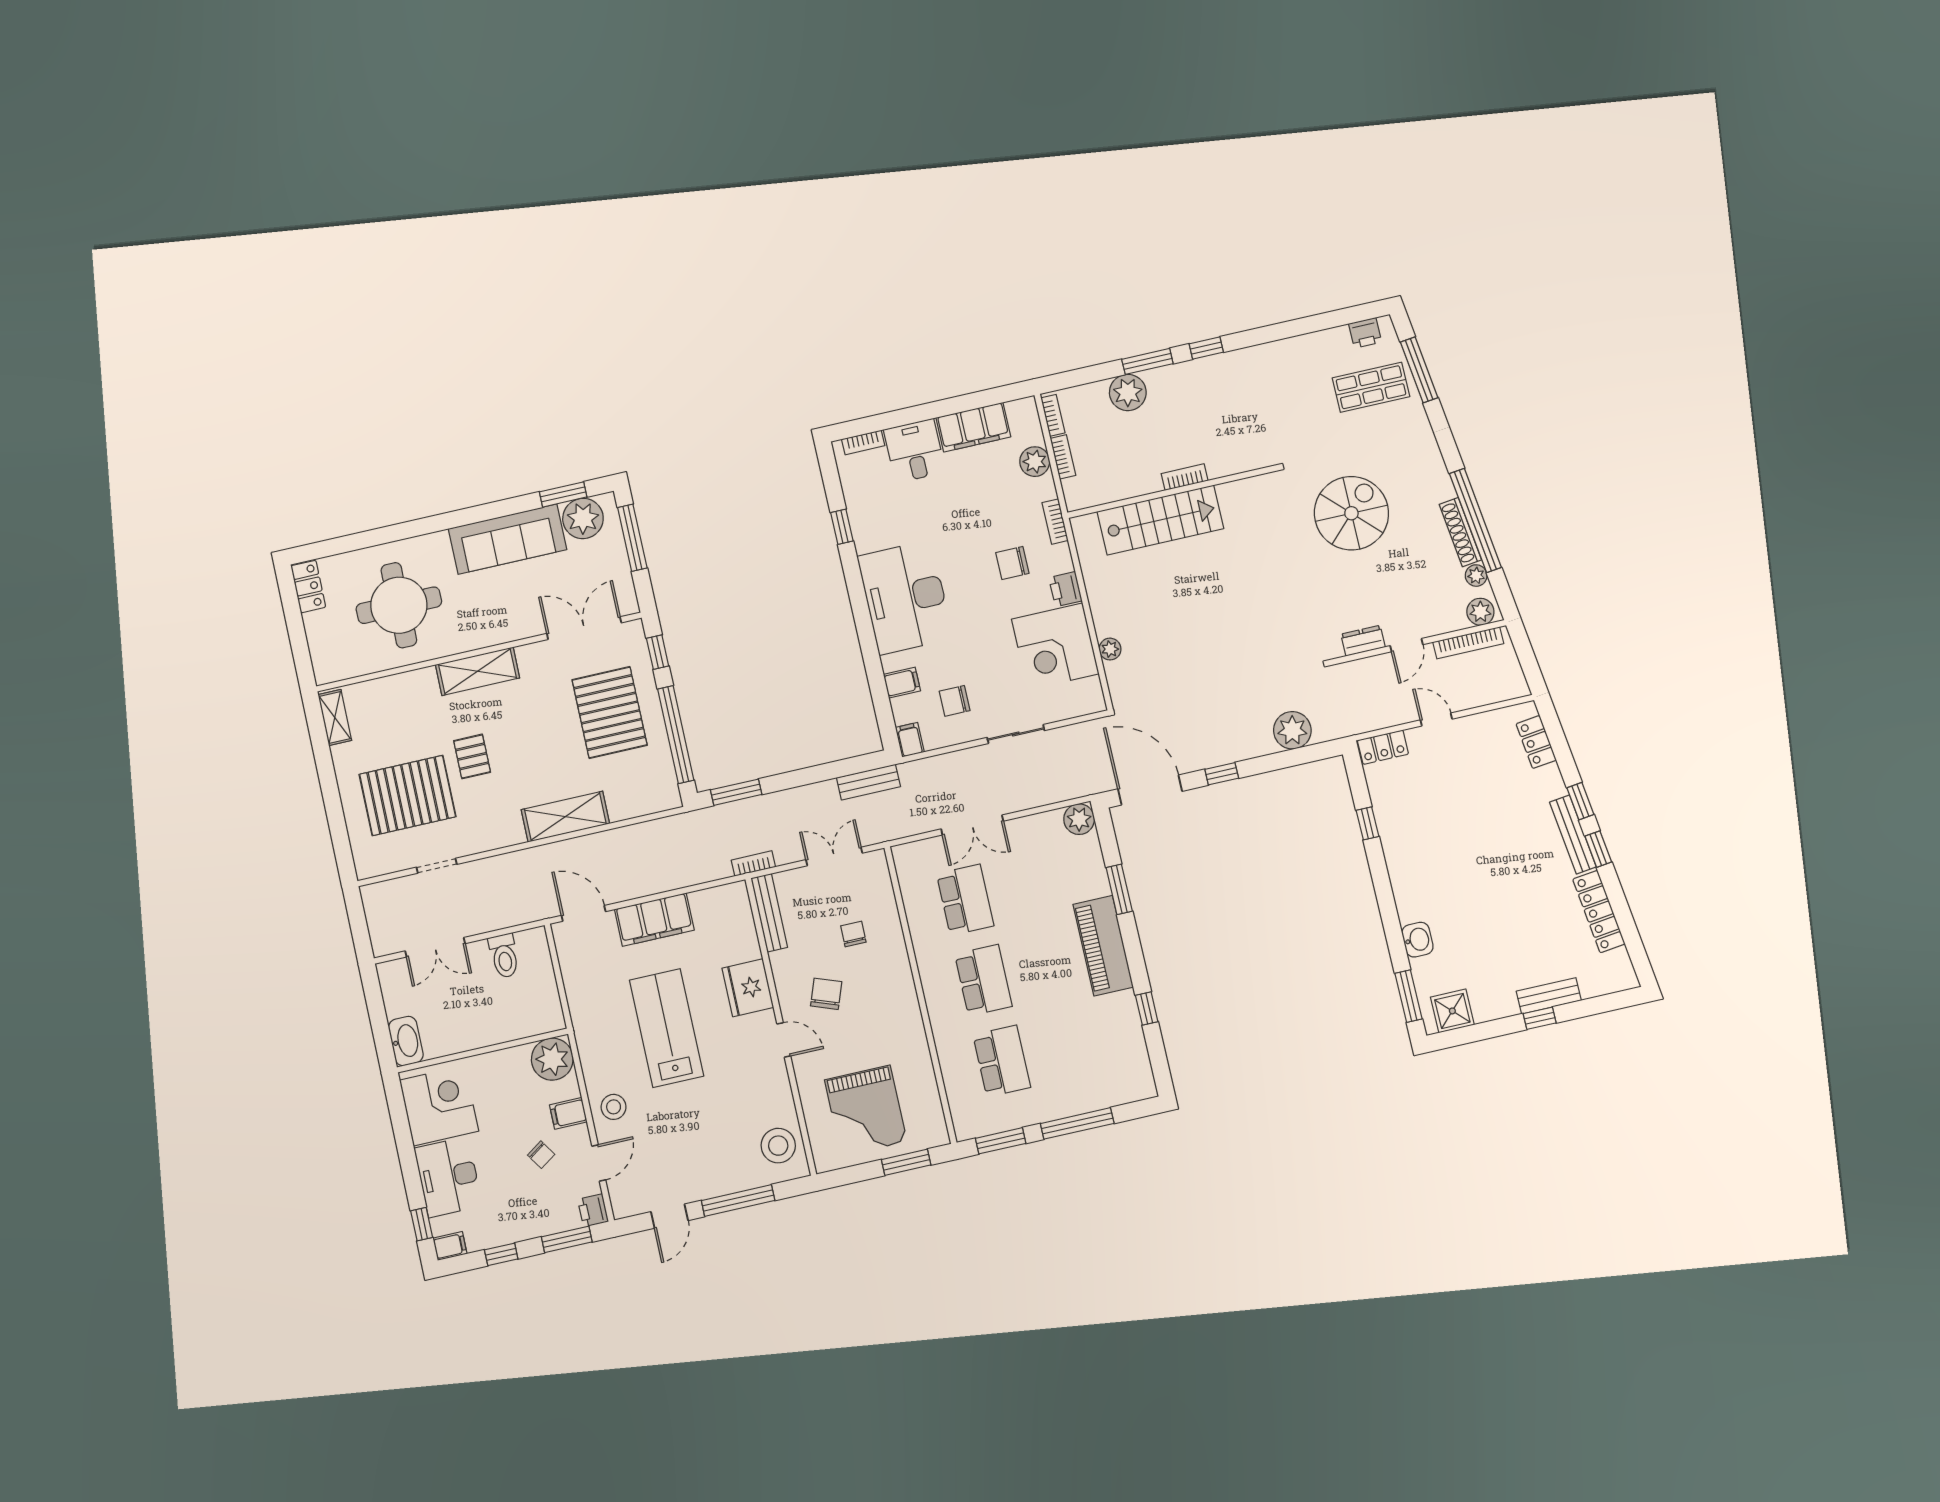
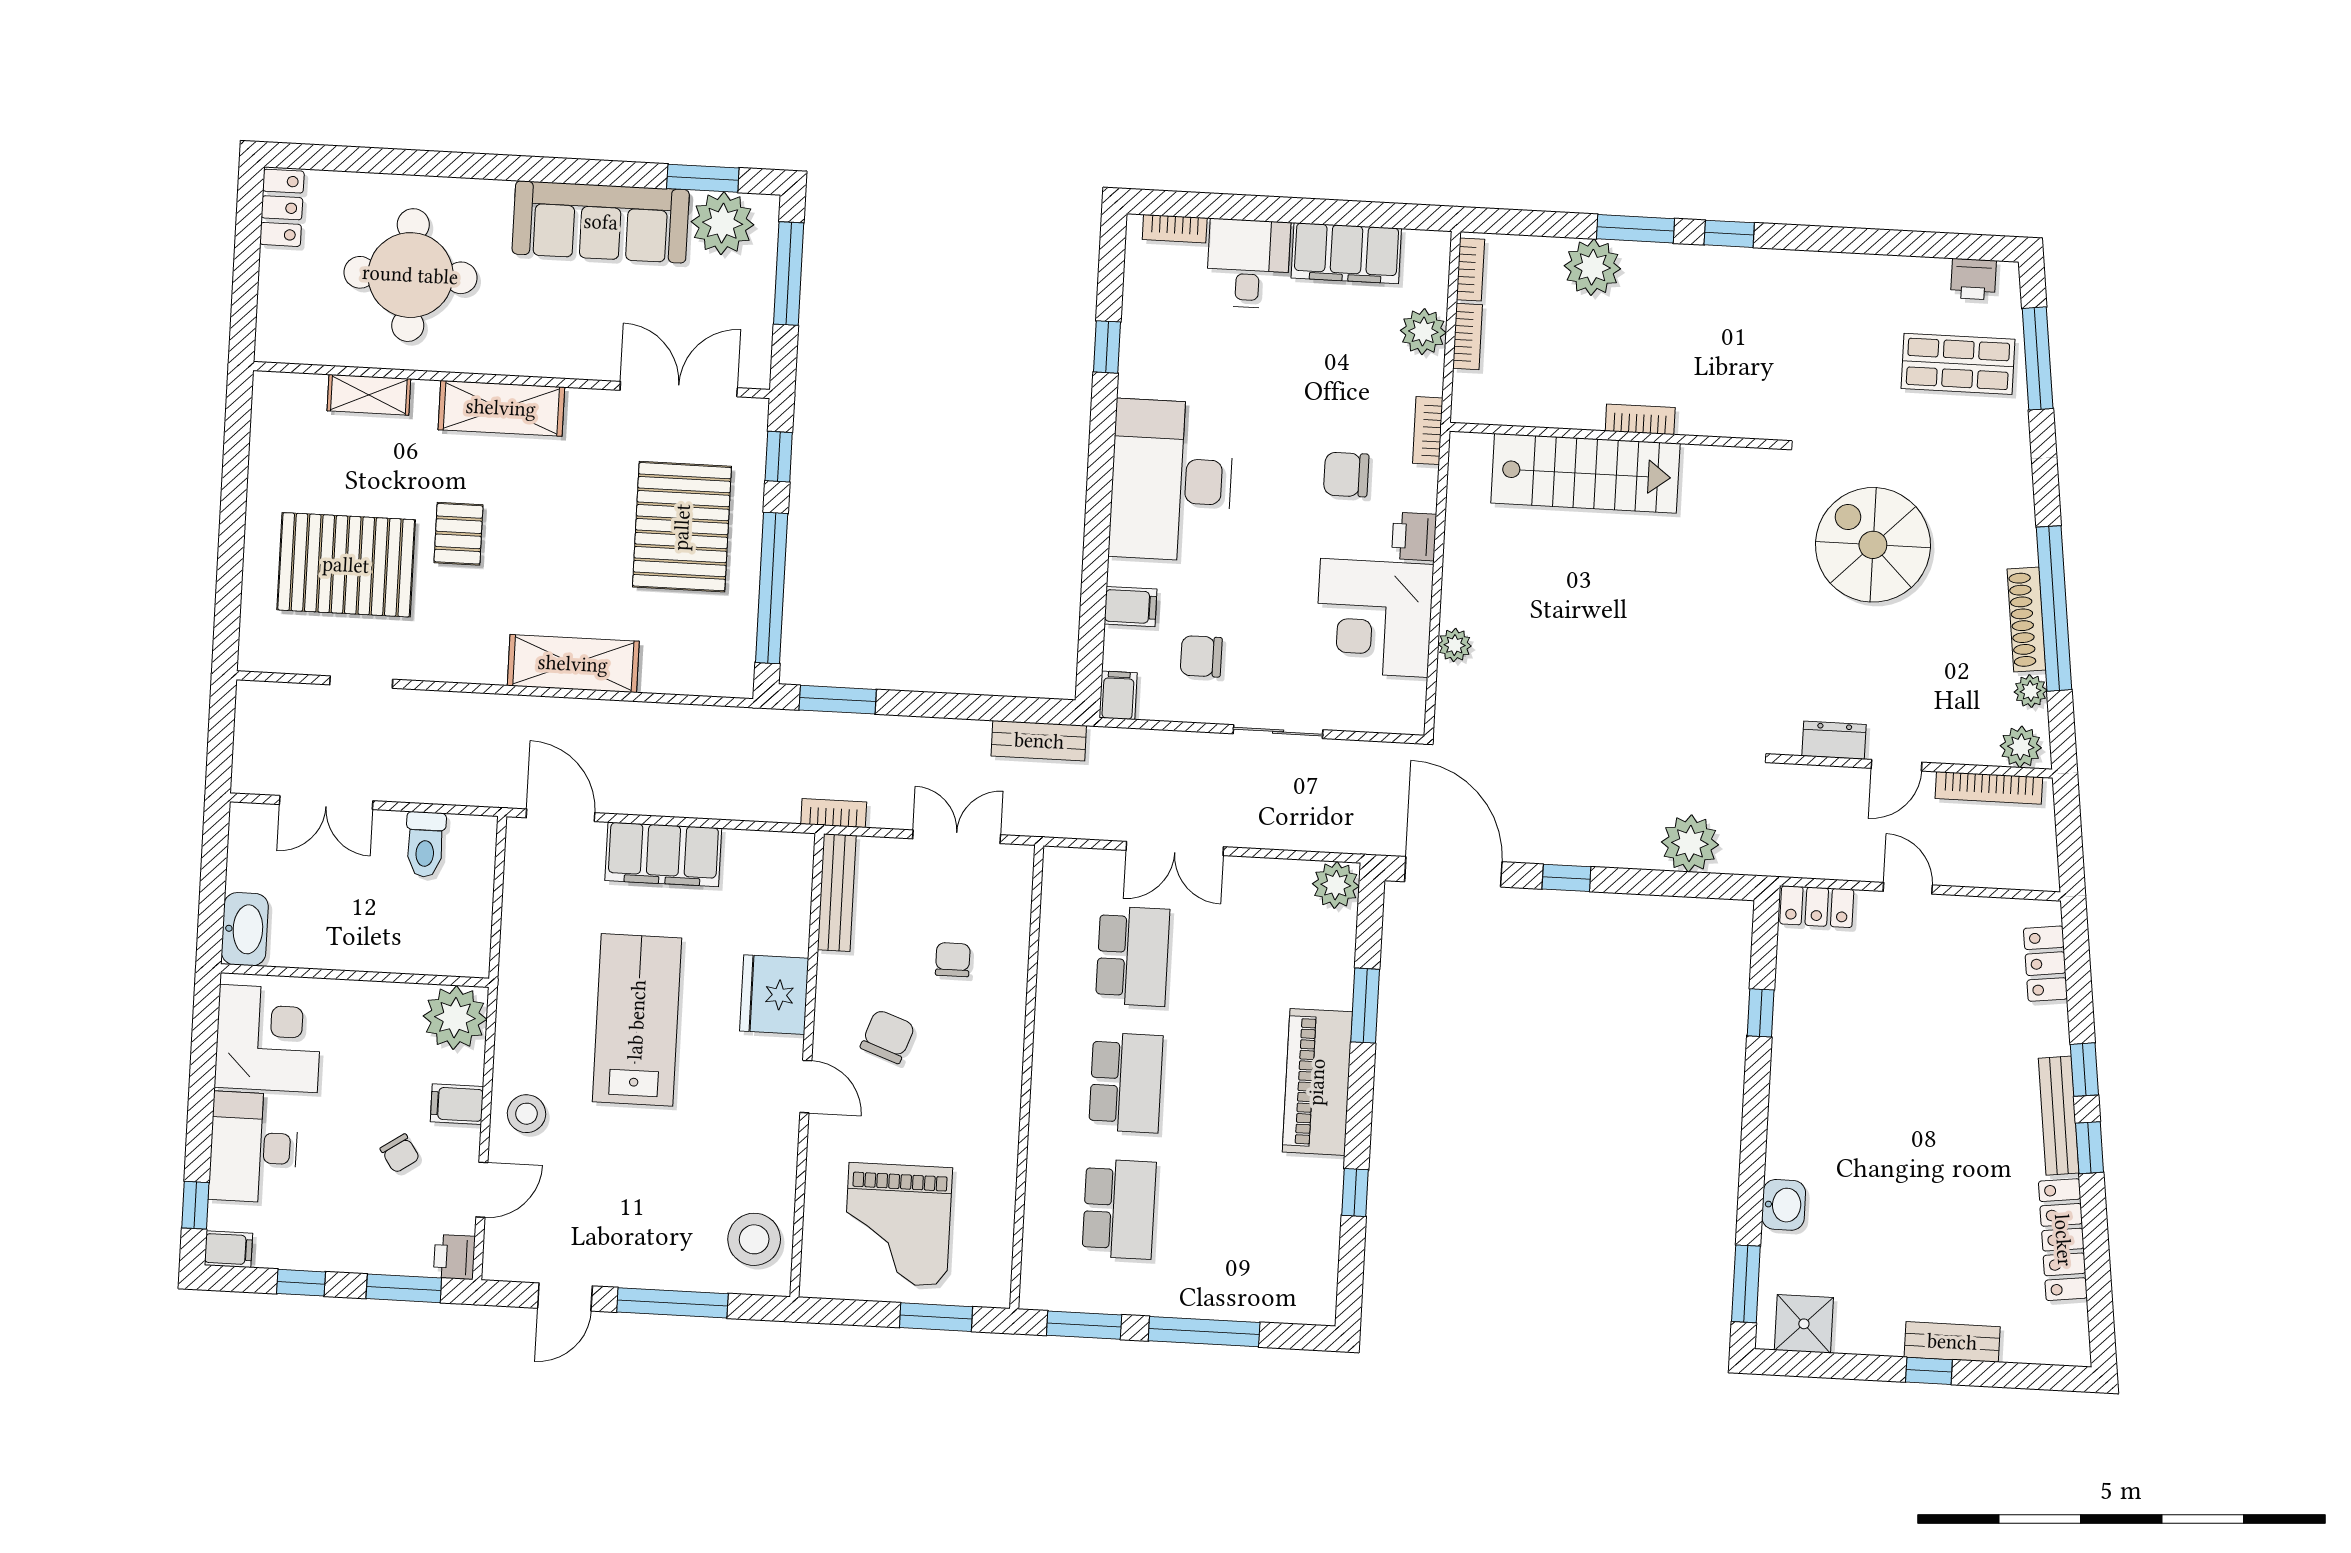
spiral stairs: (1351, 513) -> (1873, 545), turned -90
shelving: (335, 718) -> (369, 395), moved, turned 90

